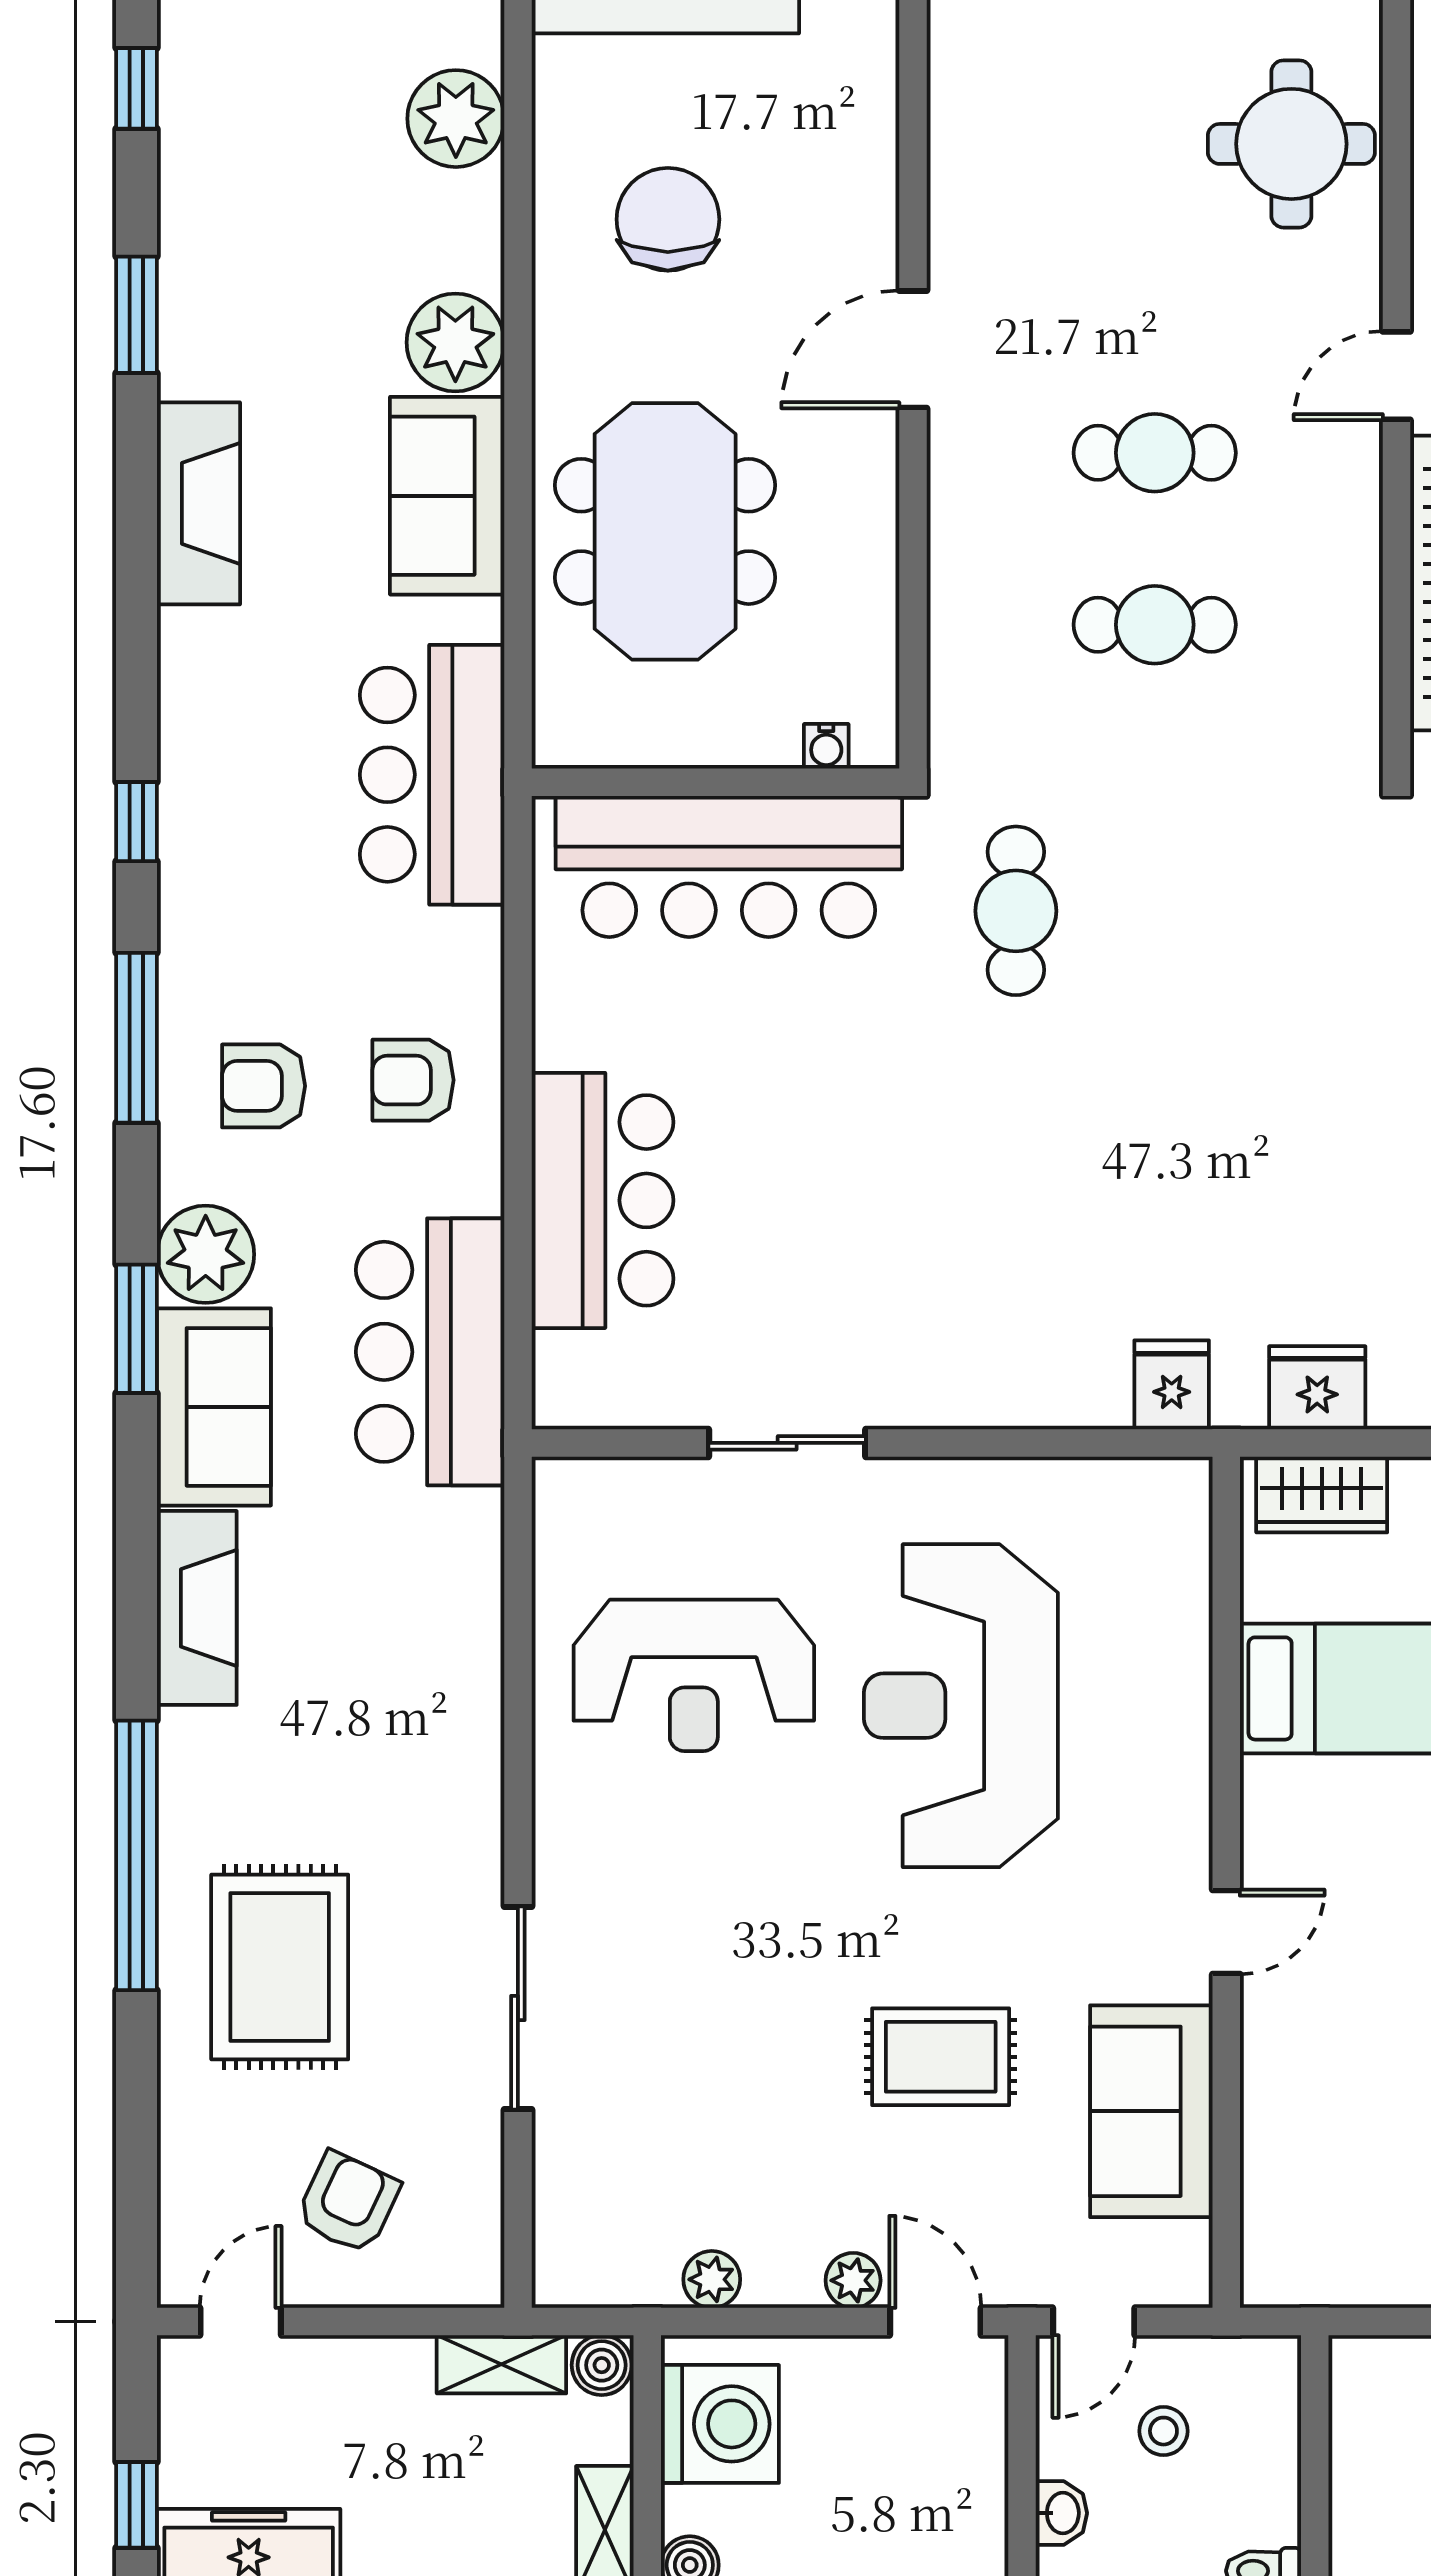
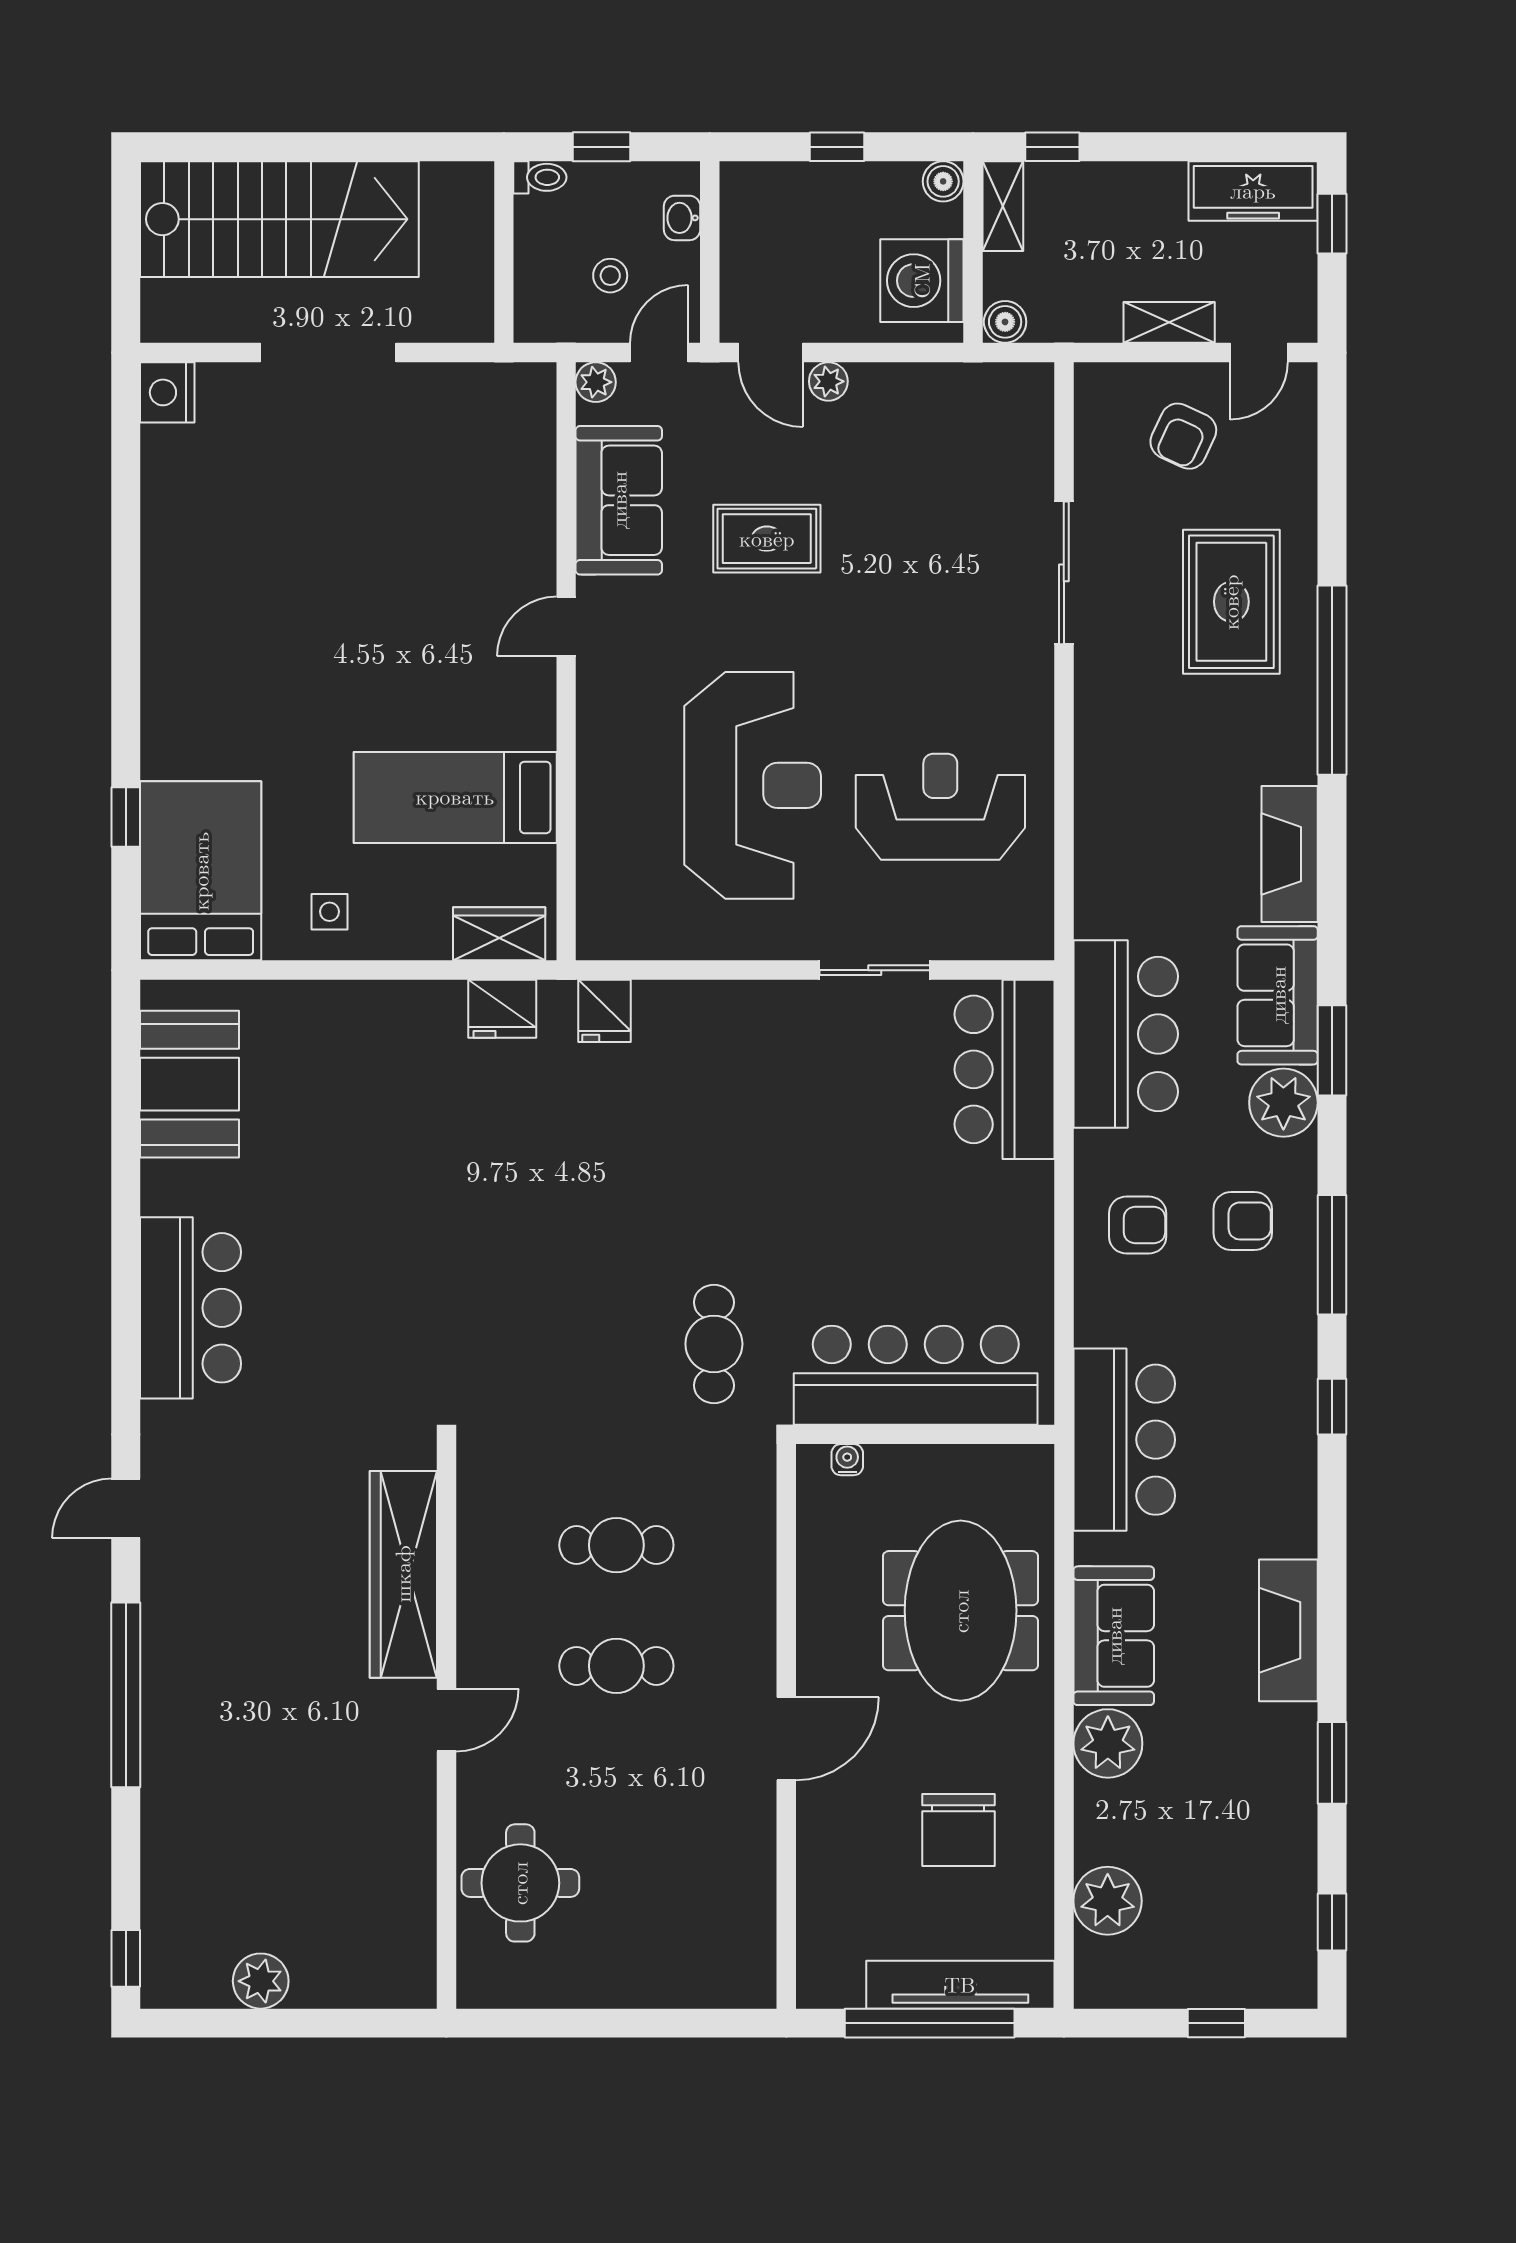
bar counter: (602, 1200) -> (1005, 1069), moved
plant: (712, 2279) -> (596, 382), moved
shelving: (501, 2364) -> (1169, 322), moved

